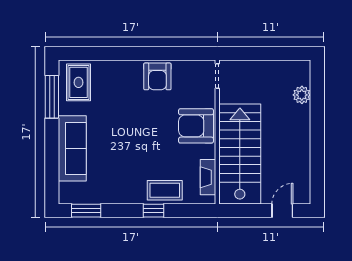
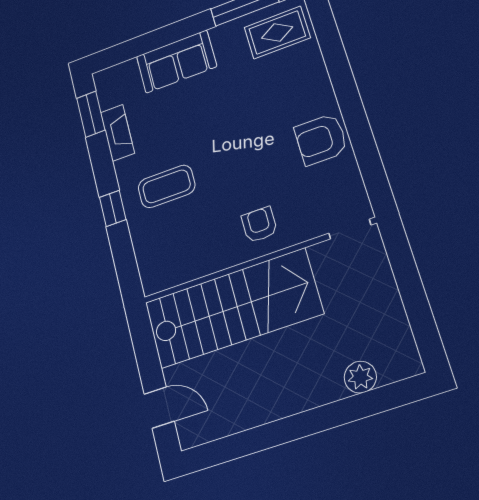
armchair: (196, 126) -> (259, 225), width x0.53, depth x0.53
sofa: (72, 148) -> (176, 61), width x0.73
fireplace: (208, 177) -> (117, 133), moved, turned 90
coffee table: (165, 190) -> (167, 186), moved, turned 90

